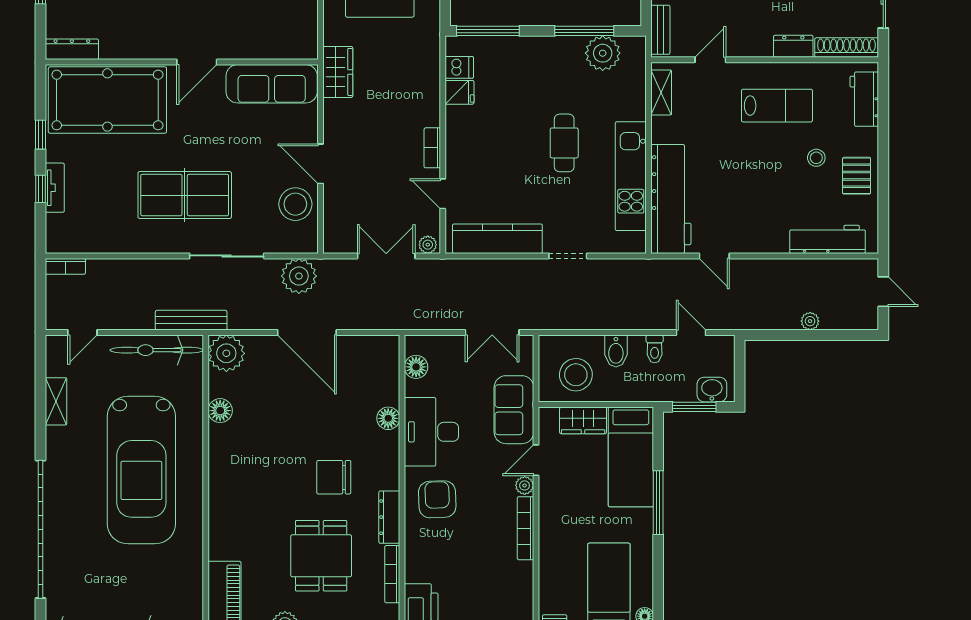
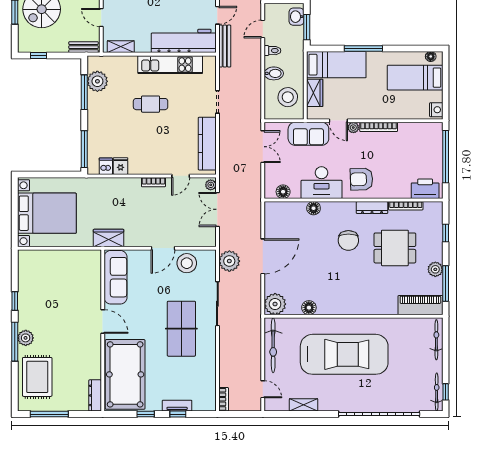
bench: (191, 320) -> (225, 46), moved

